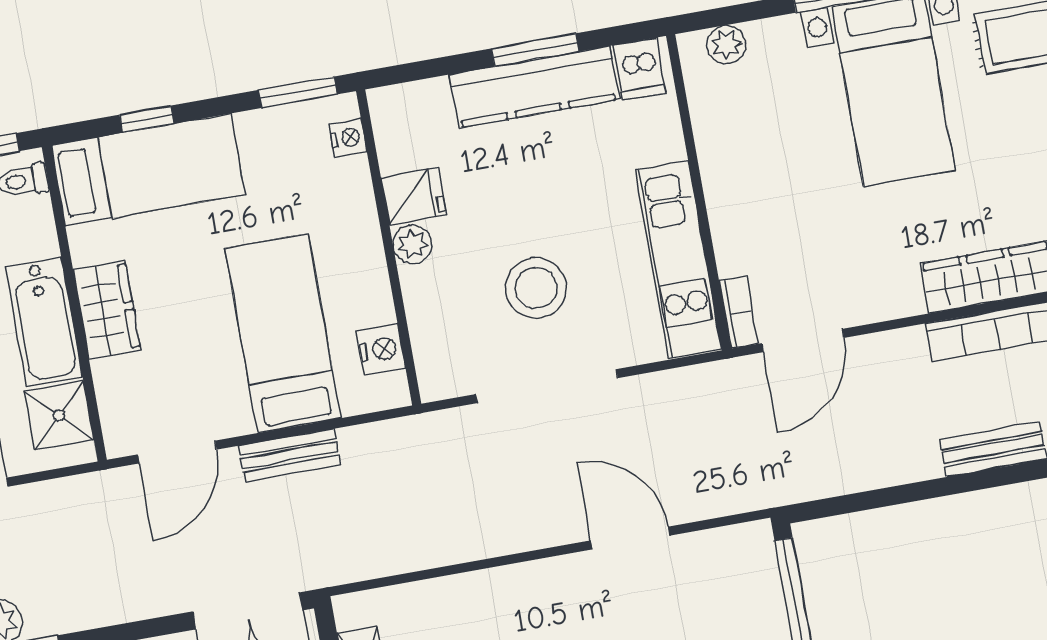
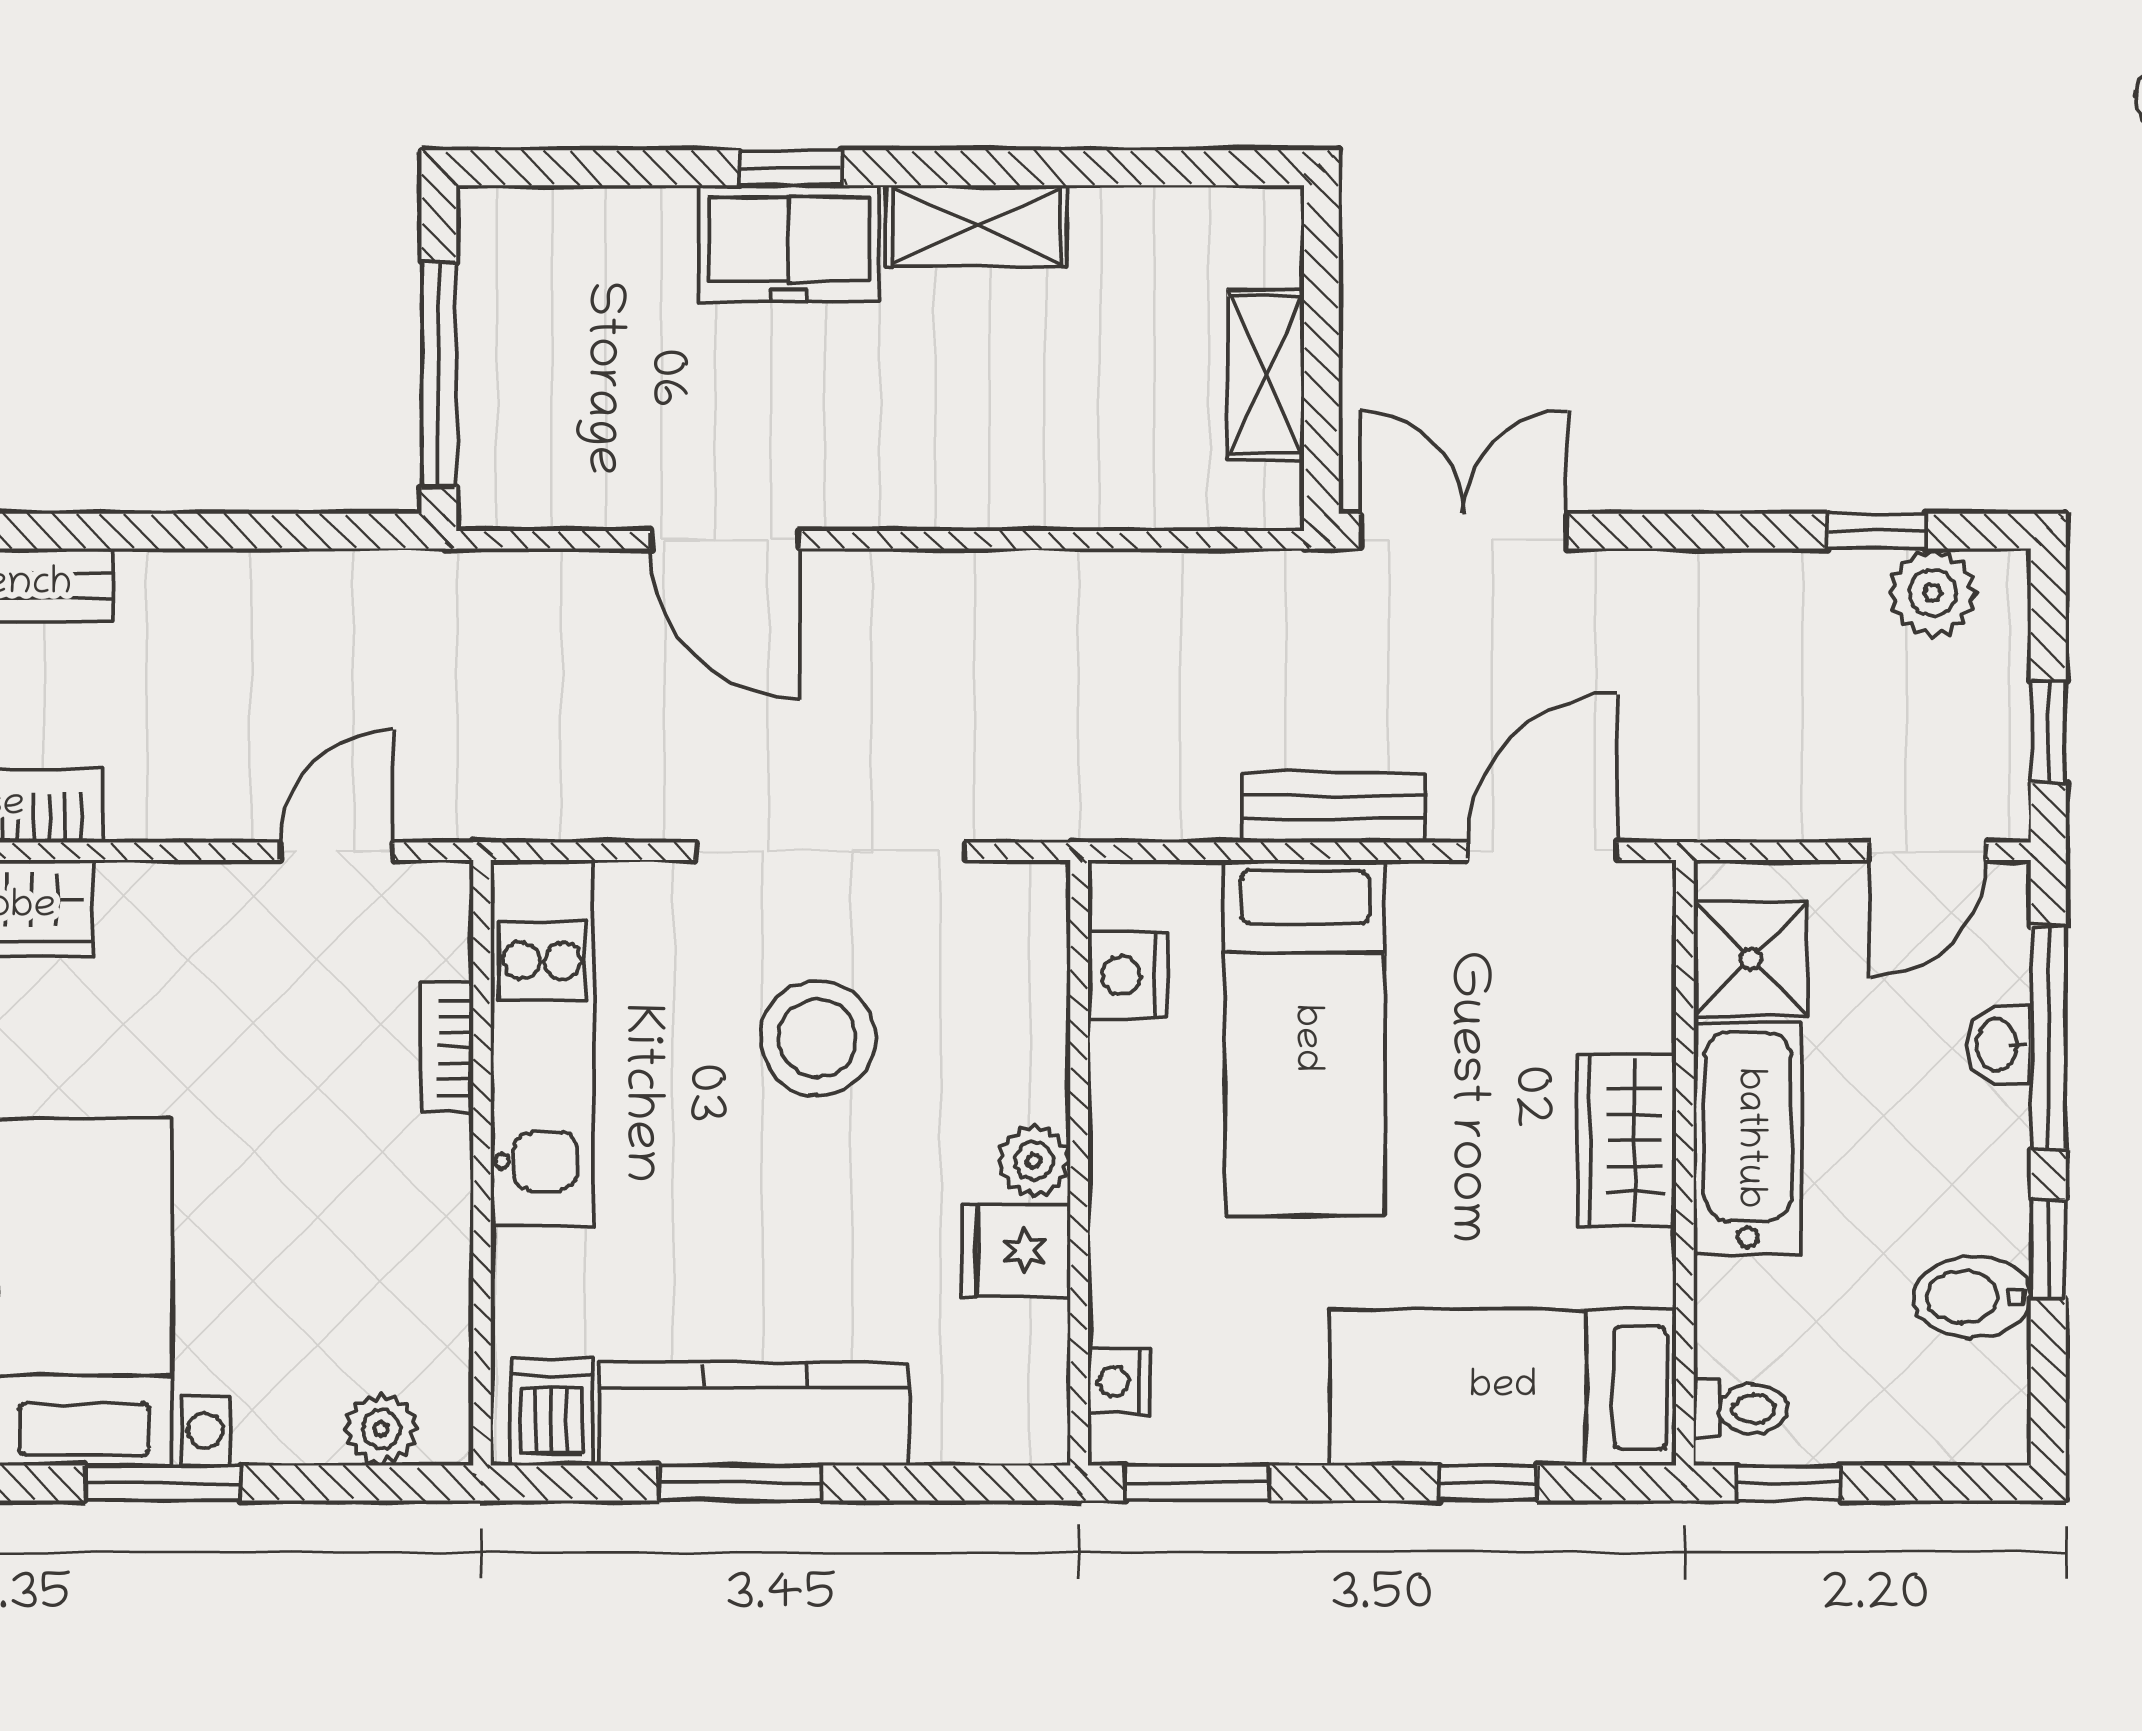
bookcase: (739, 312) -> (447, 1048), moved
door: (803, 340) -> (336, 851), width x0.73

